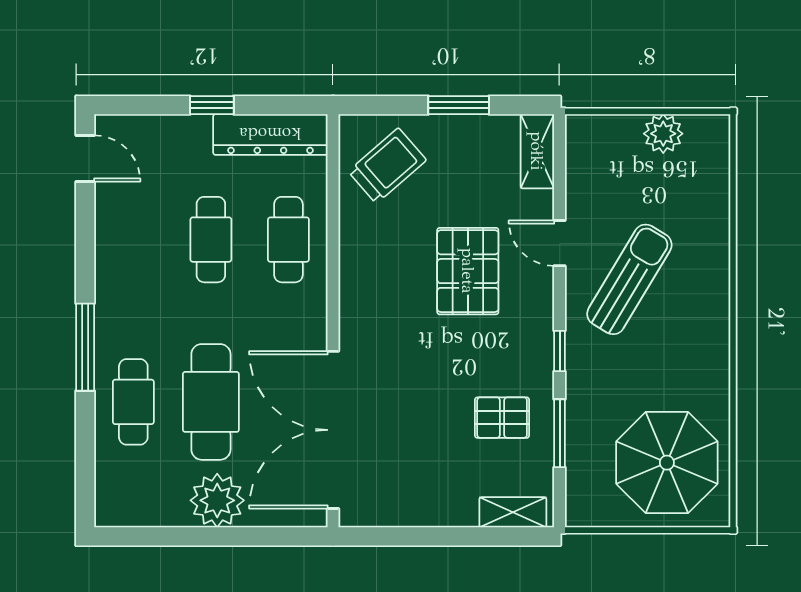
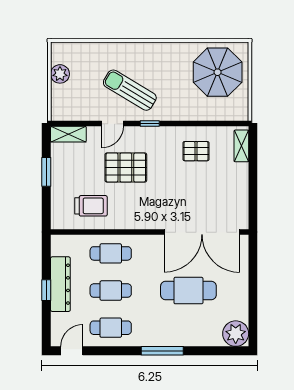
dresser: (270, 134) -> (60, 284), moved
trolley: (387, 166) -> (91, 206), moved, turned 131
window: (560, 351) -> (150, 124), moved
cafe table: (133, 402) -> (111, 328), moved
pallet: (502, 418) -> (196, 151), turned 90
window: (560, 433) -> (204, 124), removed
plant: (217, 500) -> (236, 334), moved

